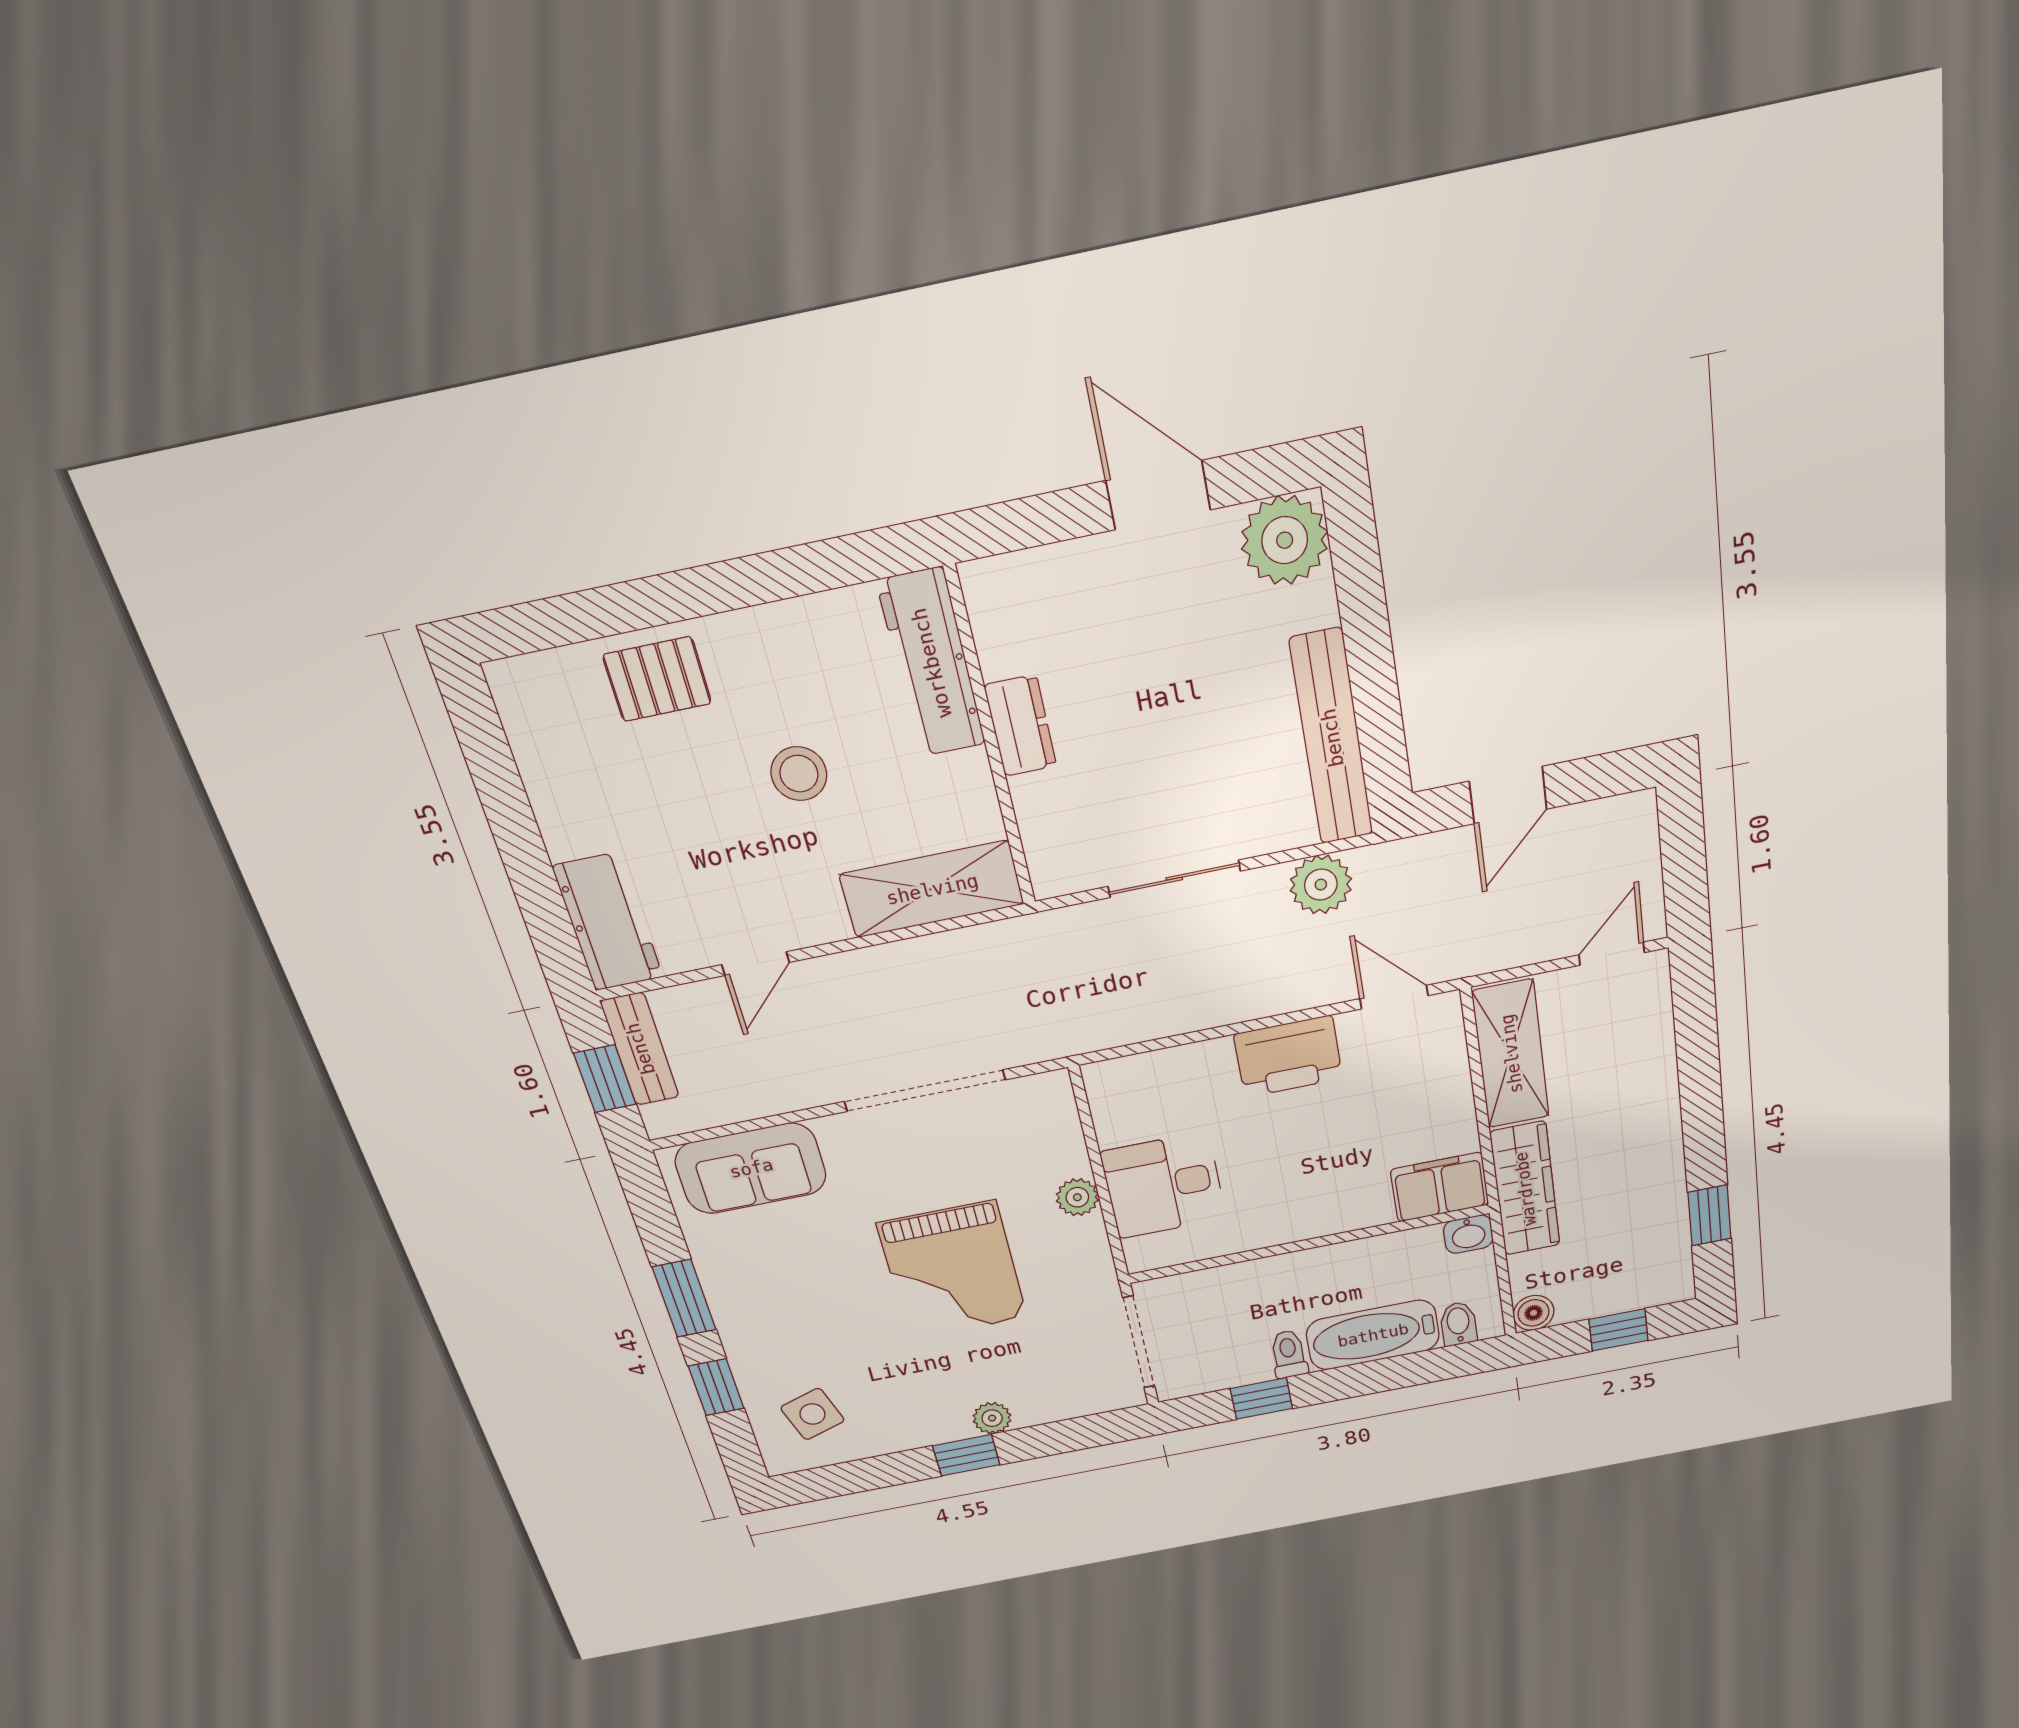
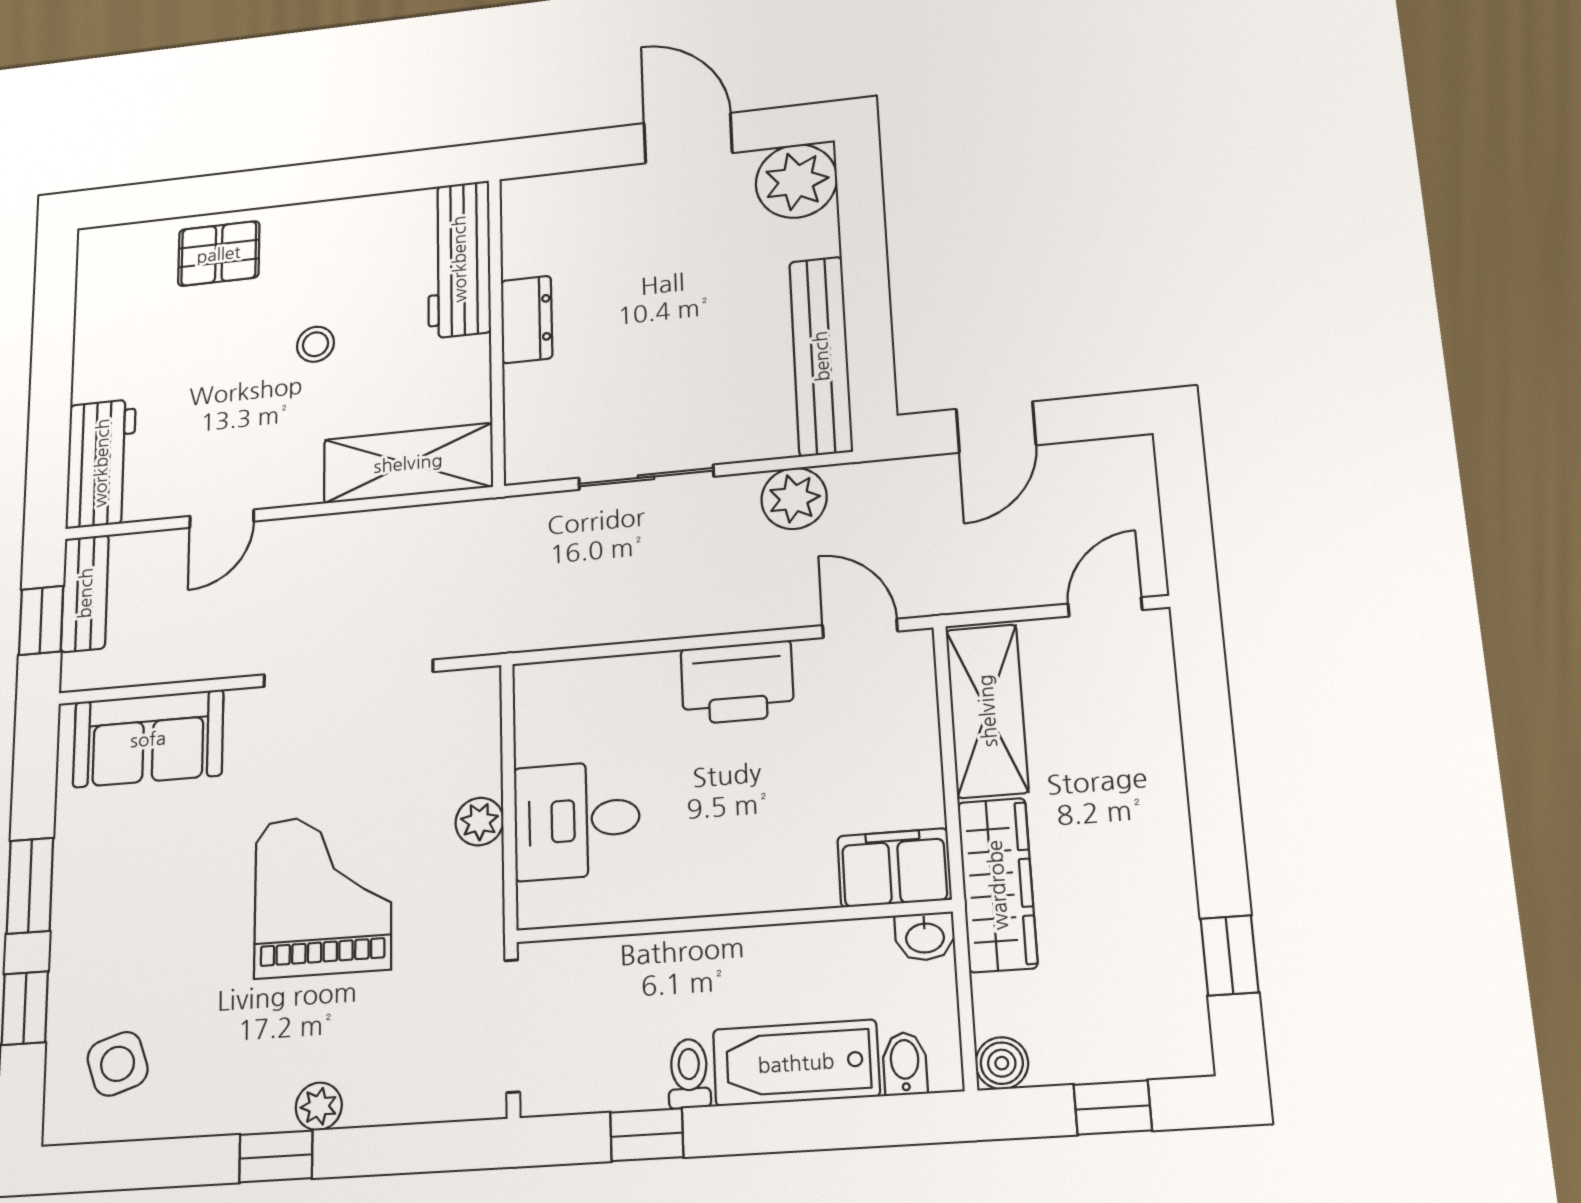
stool: (799, 774) -> (315, 344), width x0.73, depth x0.73
grand piano: (952, 1271) -> (323, 895), turned 180

